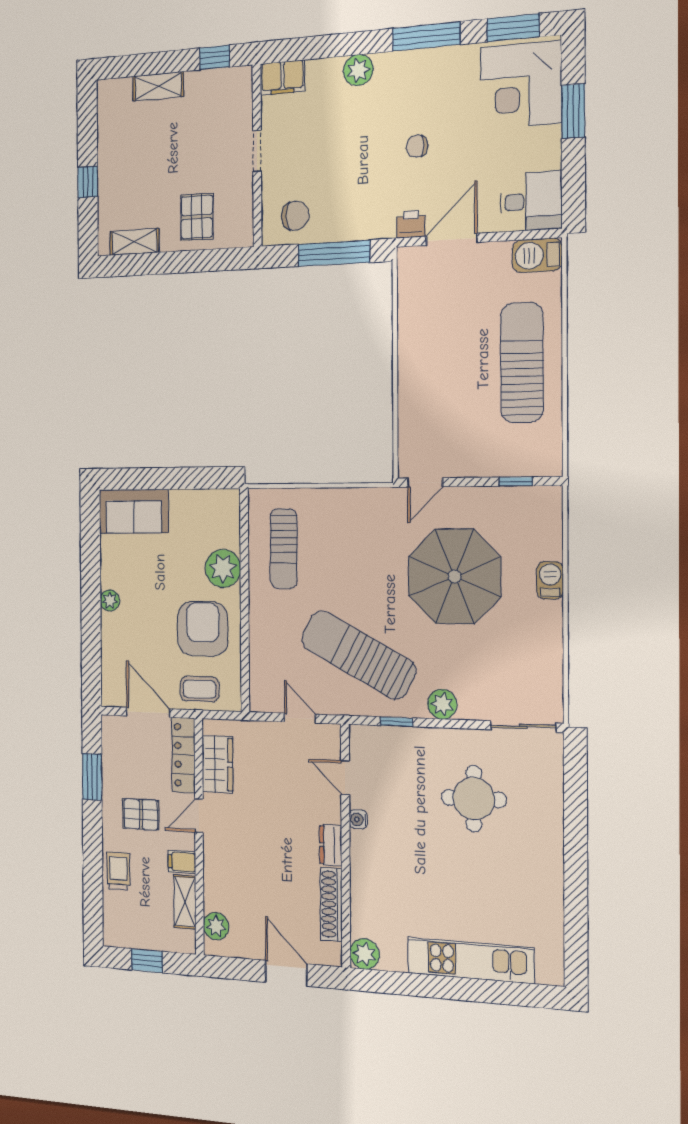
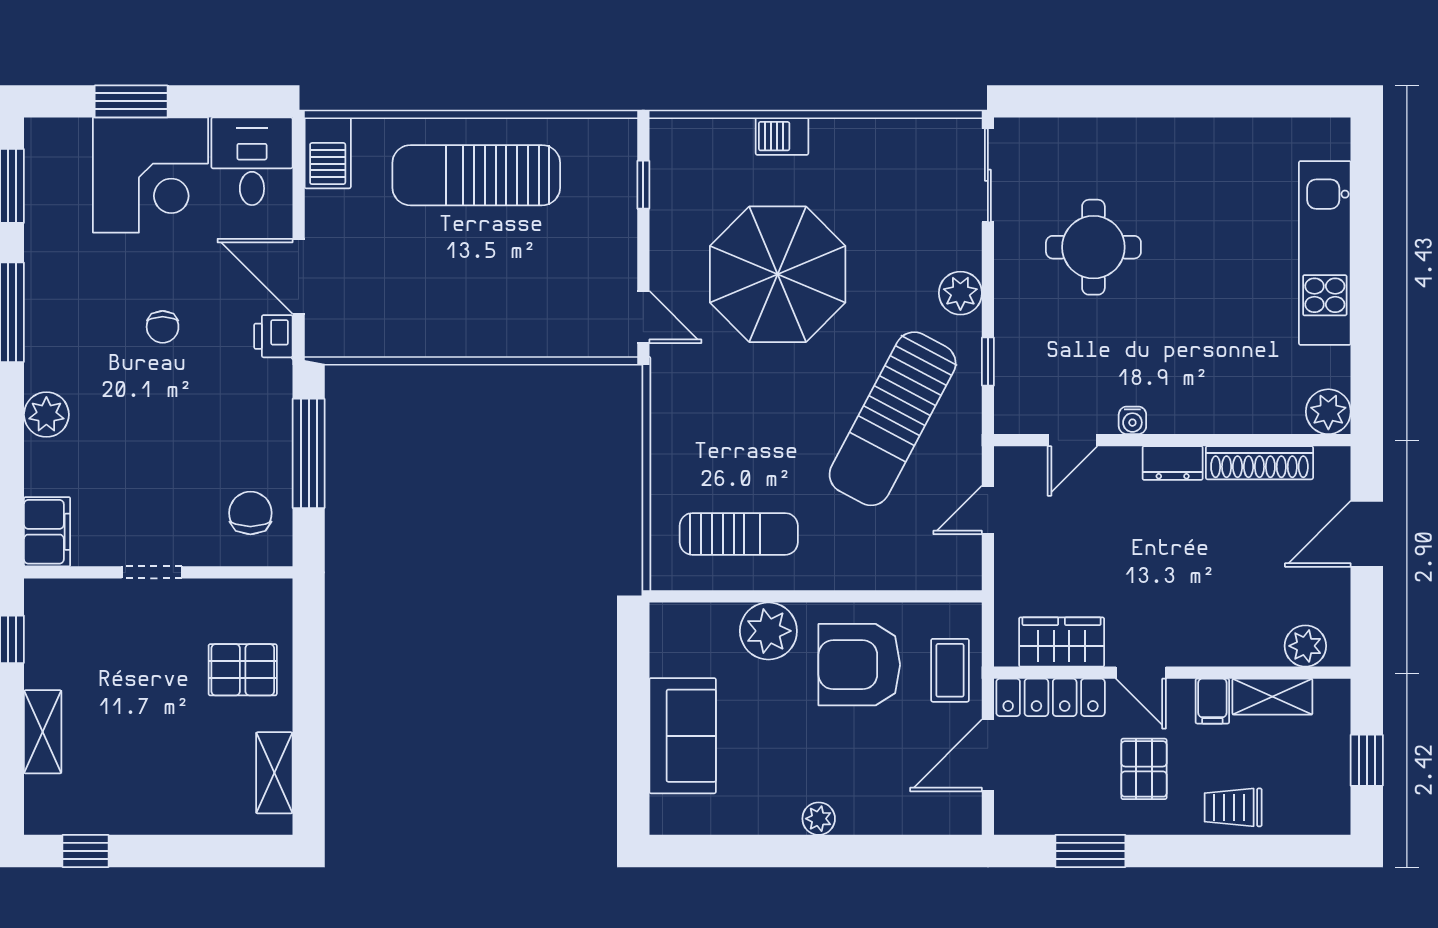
corner desk: (521, 85) -> (150, 175), moved
window: (88, 182) -> (85, 851), moved
sofa: (134, 511) -> (683, 736), moved

